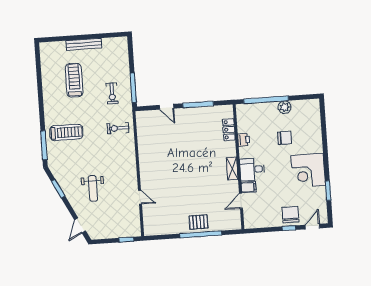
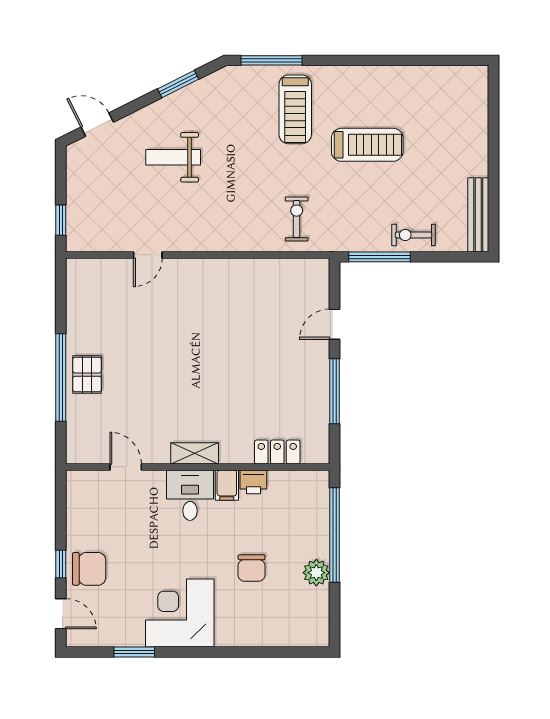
bench: (84, 44) -> (478, 215), moved
treadmill: (74, 80) -> (367, 145), moved
exercise bike: (112, 93) -> (413, 235), moved
filing cabinet: (249, 187) -> (227, 485), moved

